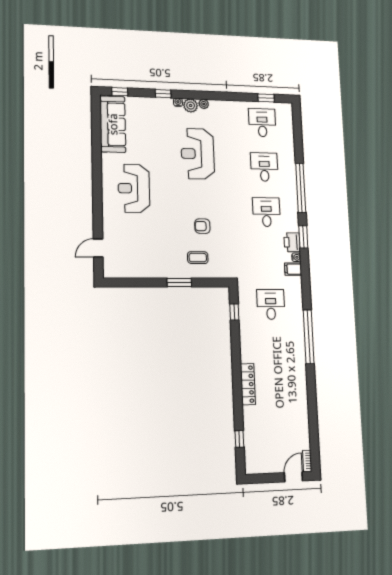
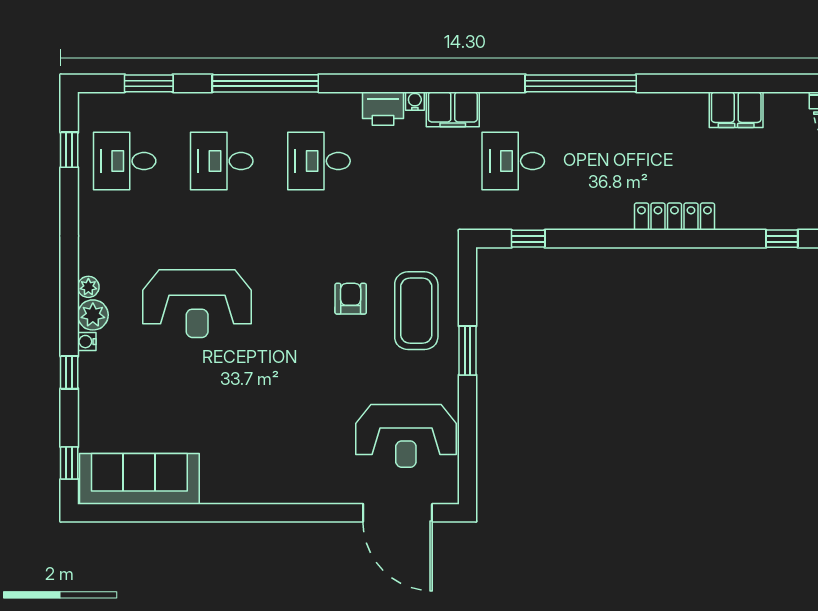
reception desk: (134, 188) -> (406, 436), moved
armchair: (202, 226) -> (351, 299), turned 180
window: (303, 237) -> (149, 83), moved
door: (98, 248) -> (398, 513), width x1.87
coffee table: (198, 258) -> (416, 311), width x1.86, depth x1.72
filing cabinet: (293, 269) -> (453, 109), width x2.00
filing cabinet: (300, 414) -> (736, 110), added

